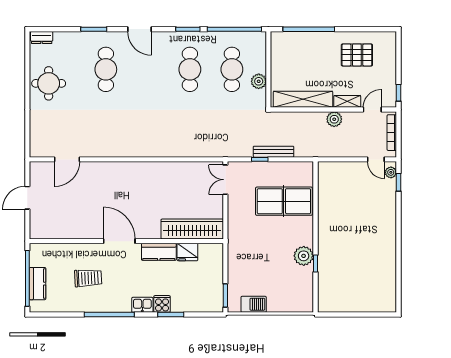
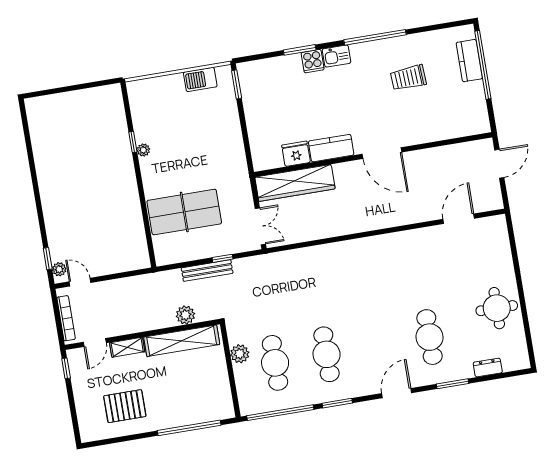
door: (139, 29) -> (397, 393), hinge flipped
dresser: (42, 37) -> (488, 368), moved
plant: (334, 119) -> (185, 315), moved
wardrobe: (192, 229) -> (295, 183), moved
door: (119, 241) -> (382, 153), moved
wall: (126, 241) -> (373, 155), moved
kitchen counter: (159, 252) -> (331, 148), moved
fridge: (187, 252) -> (296, 154), moved
plant: (304, 256) -> (143, 150), width x0.53, depth x0.53

